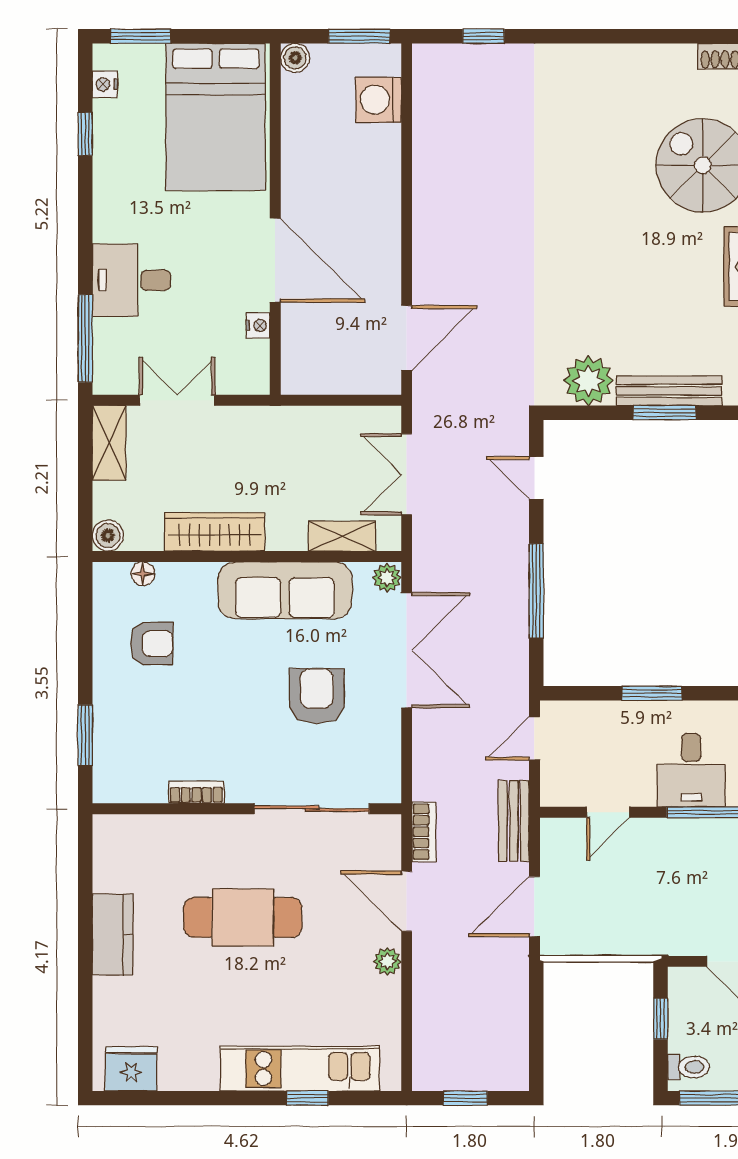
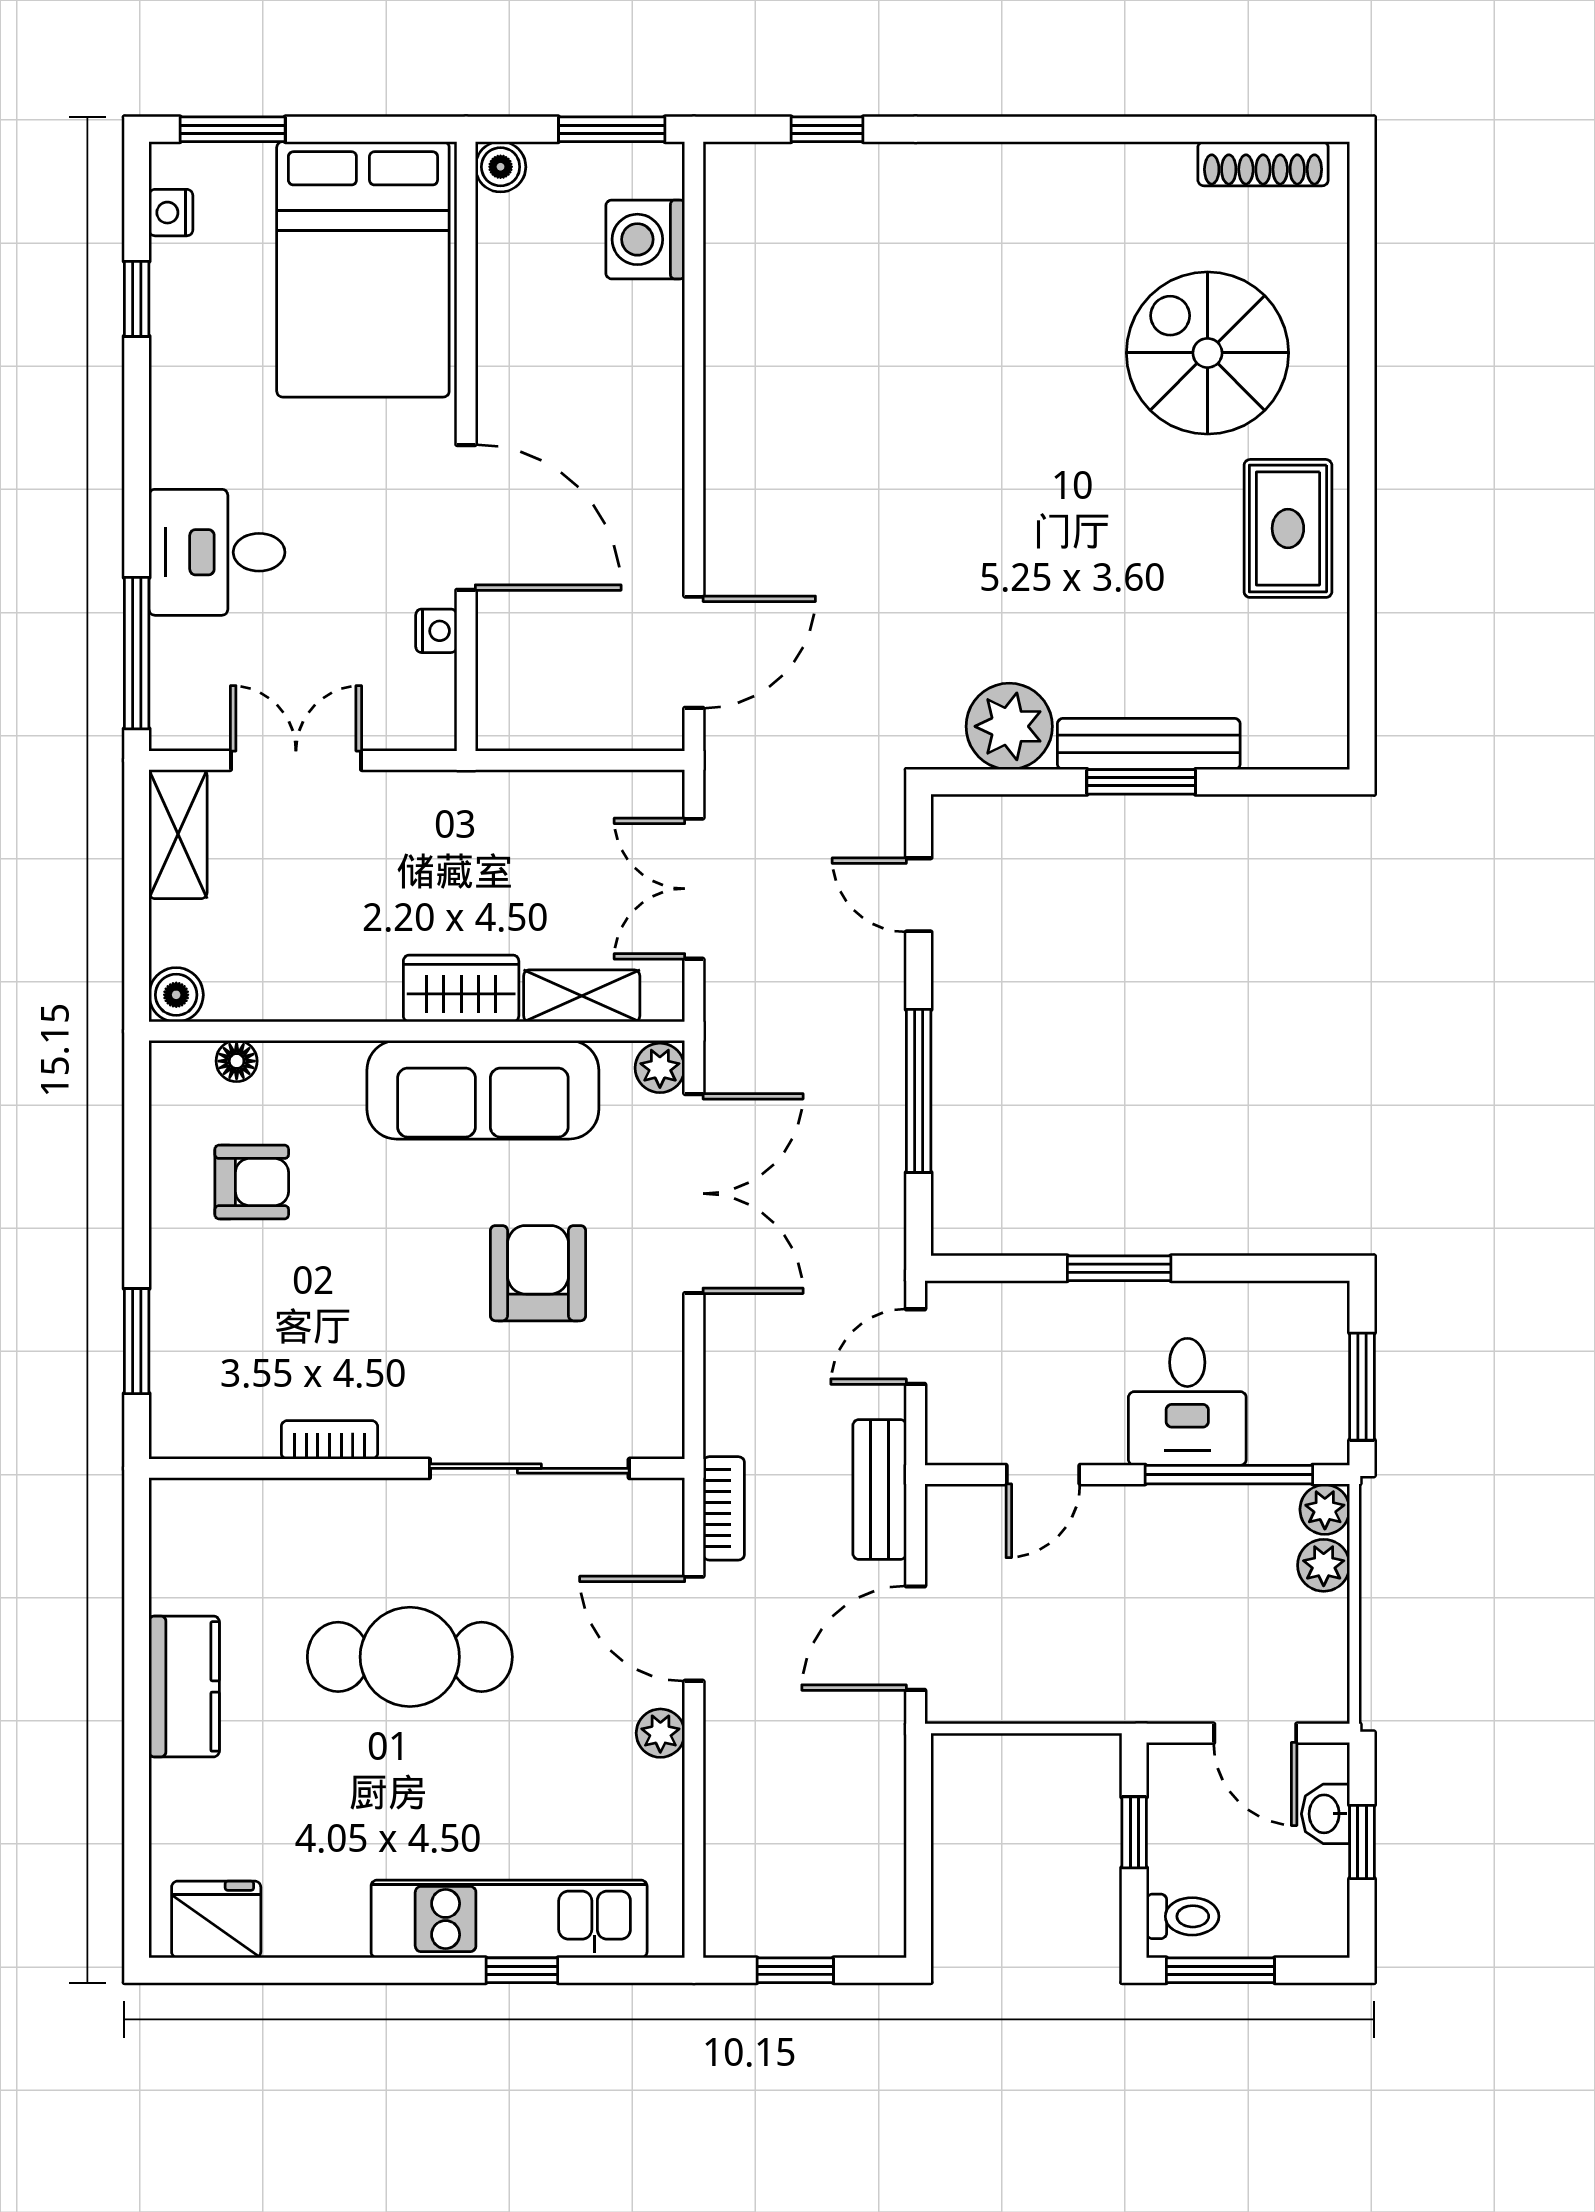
wardrobe: (215, 532) -> (461, 989), moved, width x0.67

